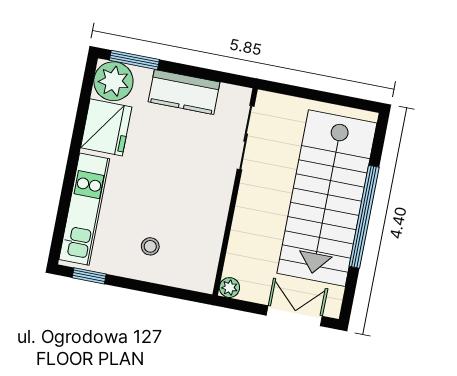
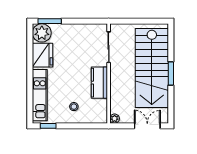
kitchen counter: (184, 92) -> (99, 83), moved, turned 90
window: (364, 217) -> (171, 73), width x0.47

